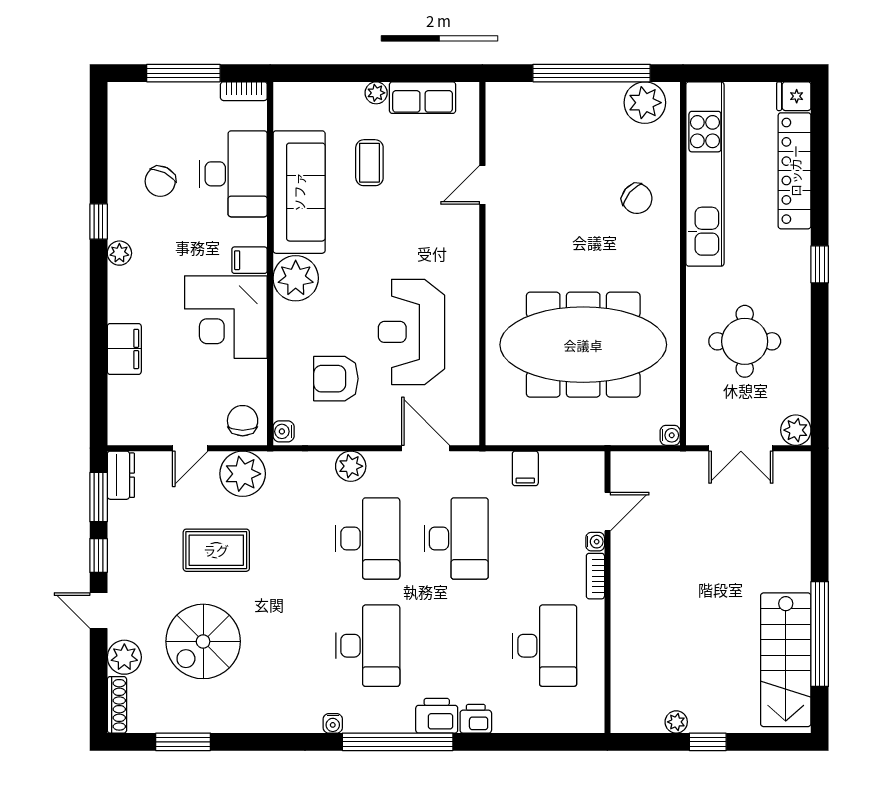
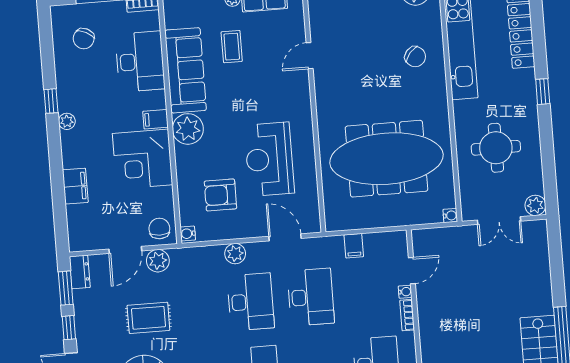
chair: (160, 181) -> (84, 39), moved
door: (190, 448) -> (125, 250), width x1.38
plant: (243, 474) -> (158, 261), width x0.73, depth x0.73

